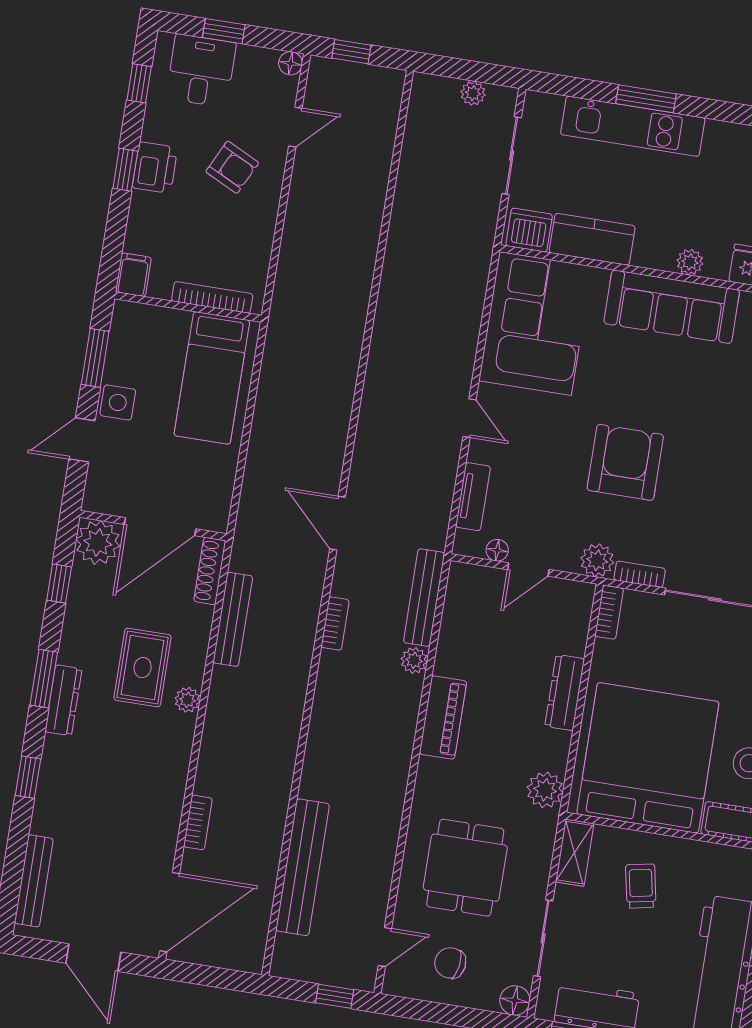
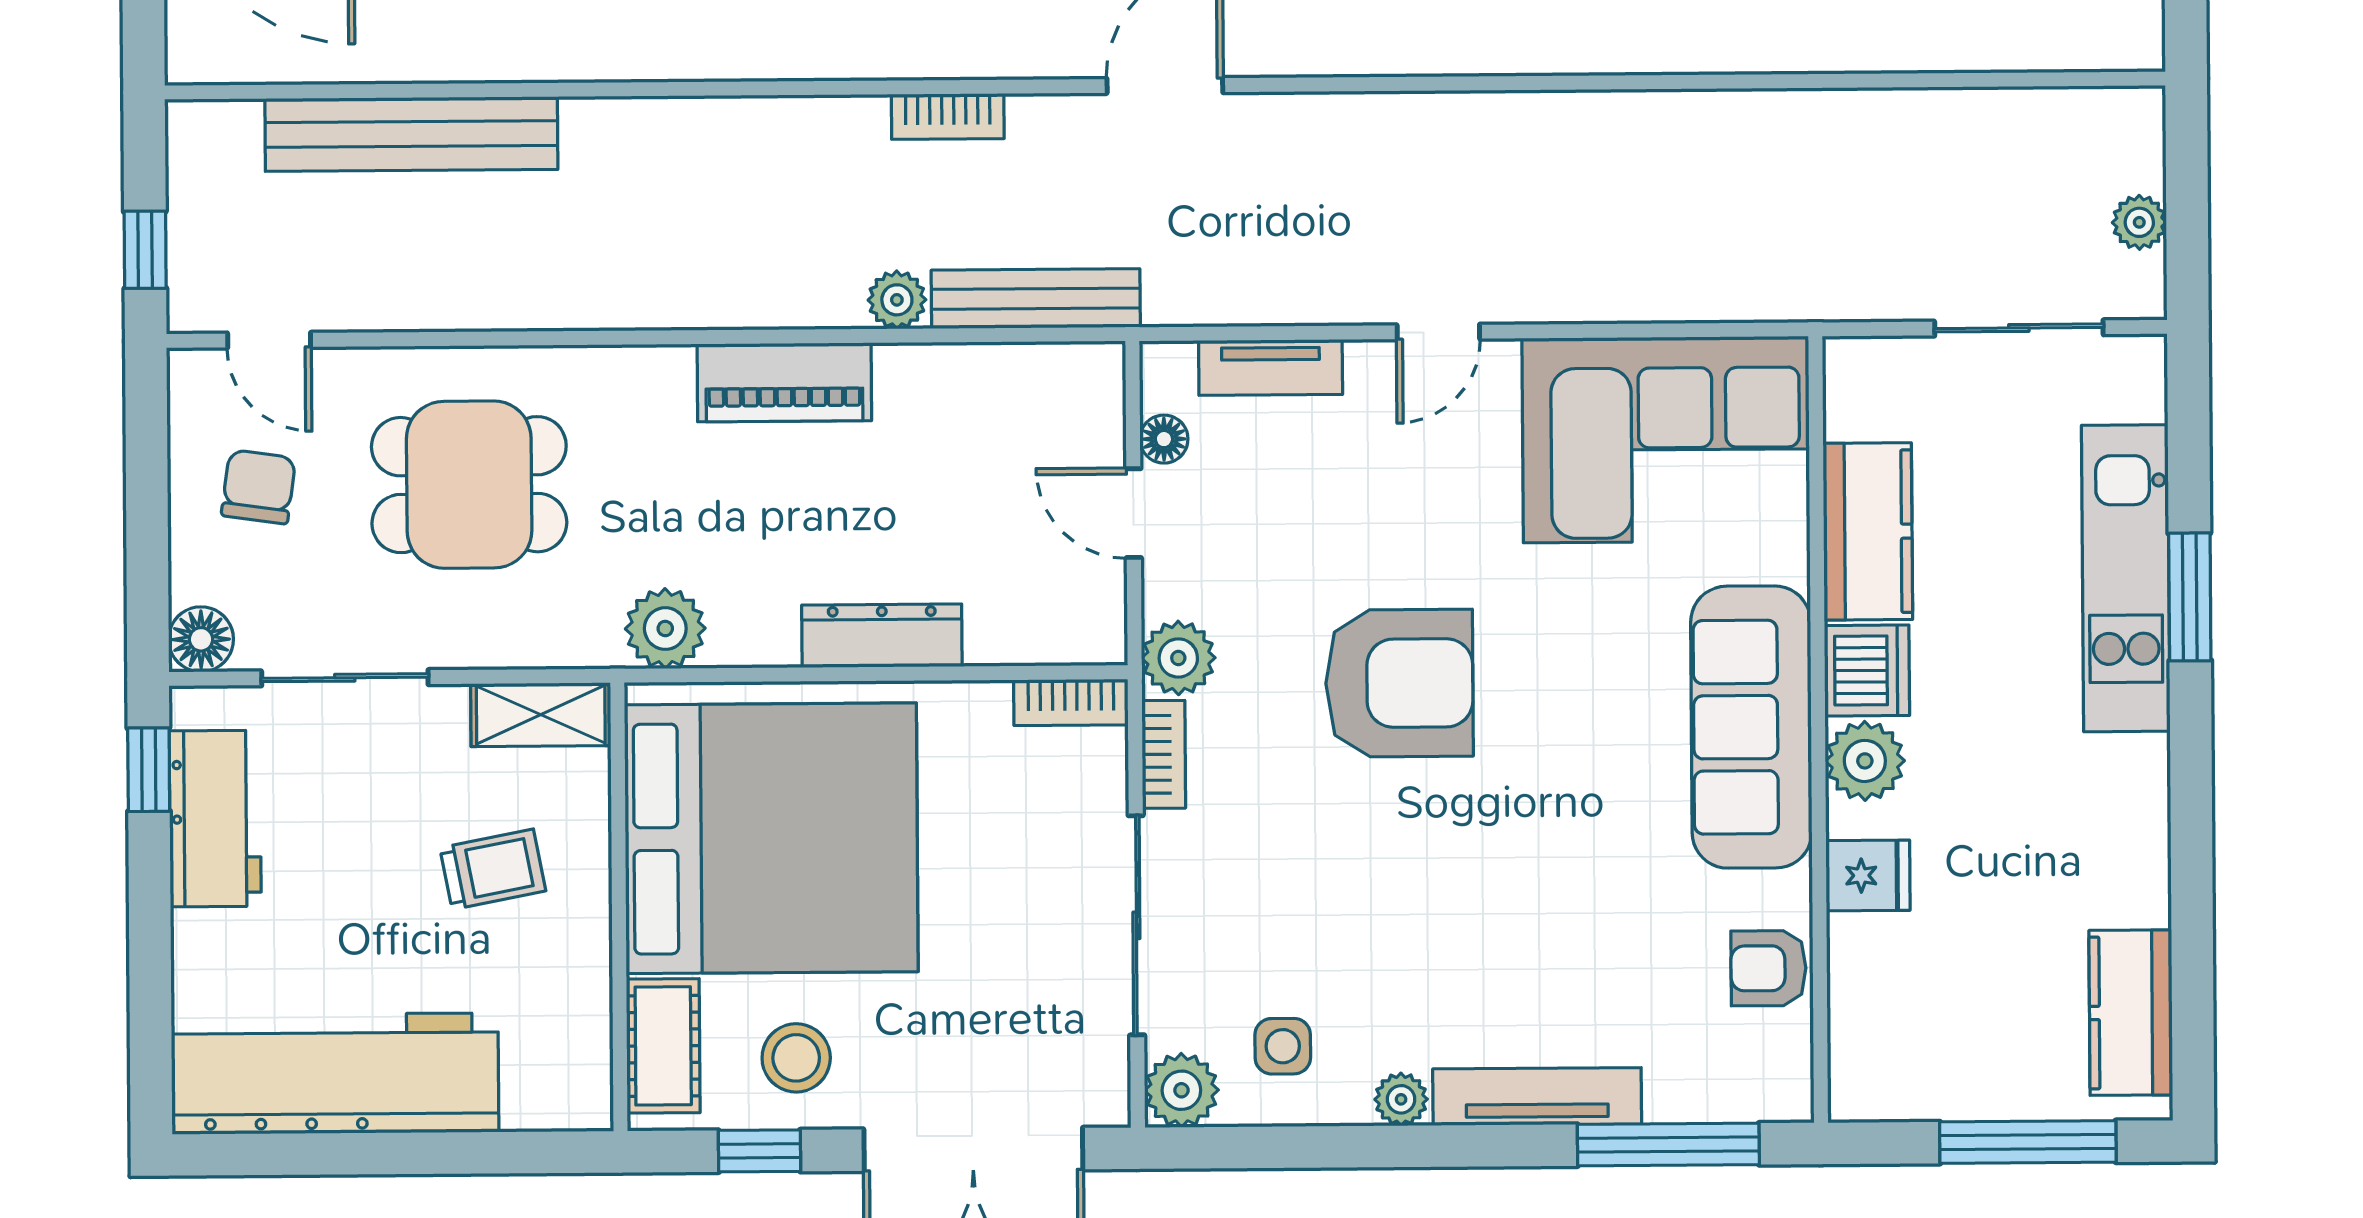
dishwasher: (529, 230) -> (1867, 670), moved
plant: (690, 262) -> (1865, 761), width x1.38, depth x1.38

